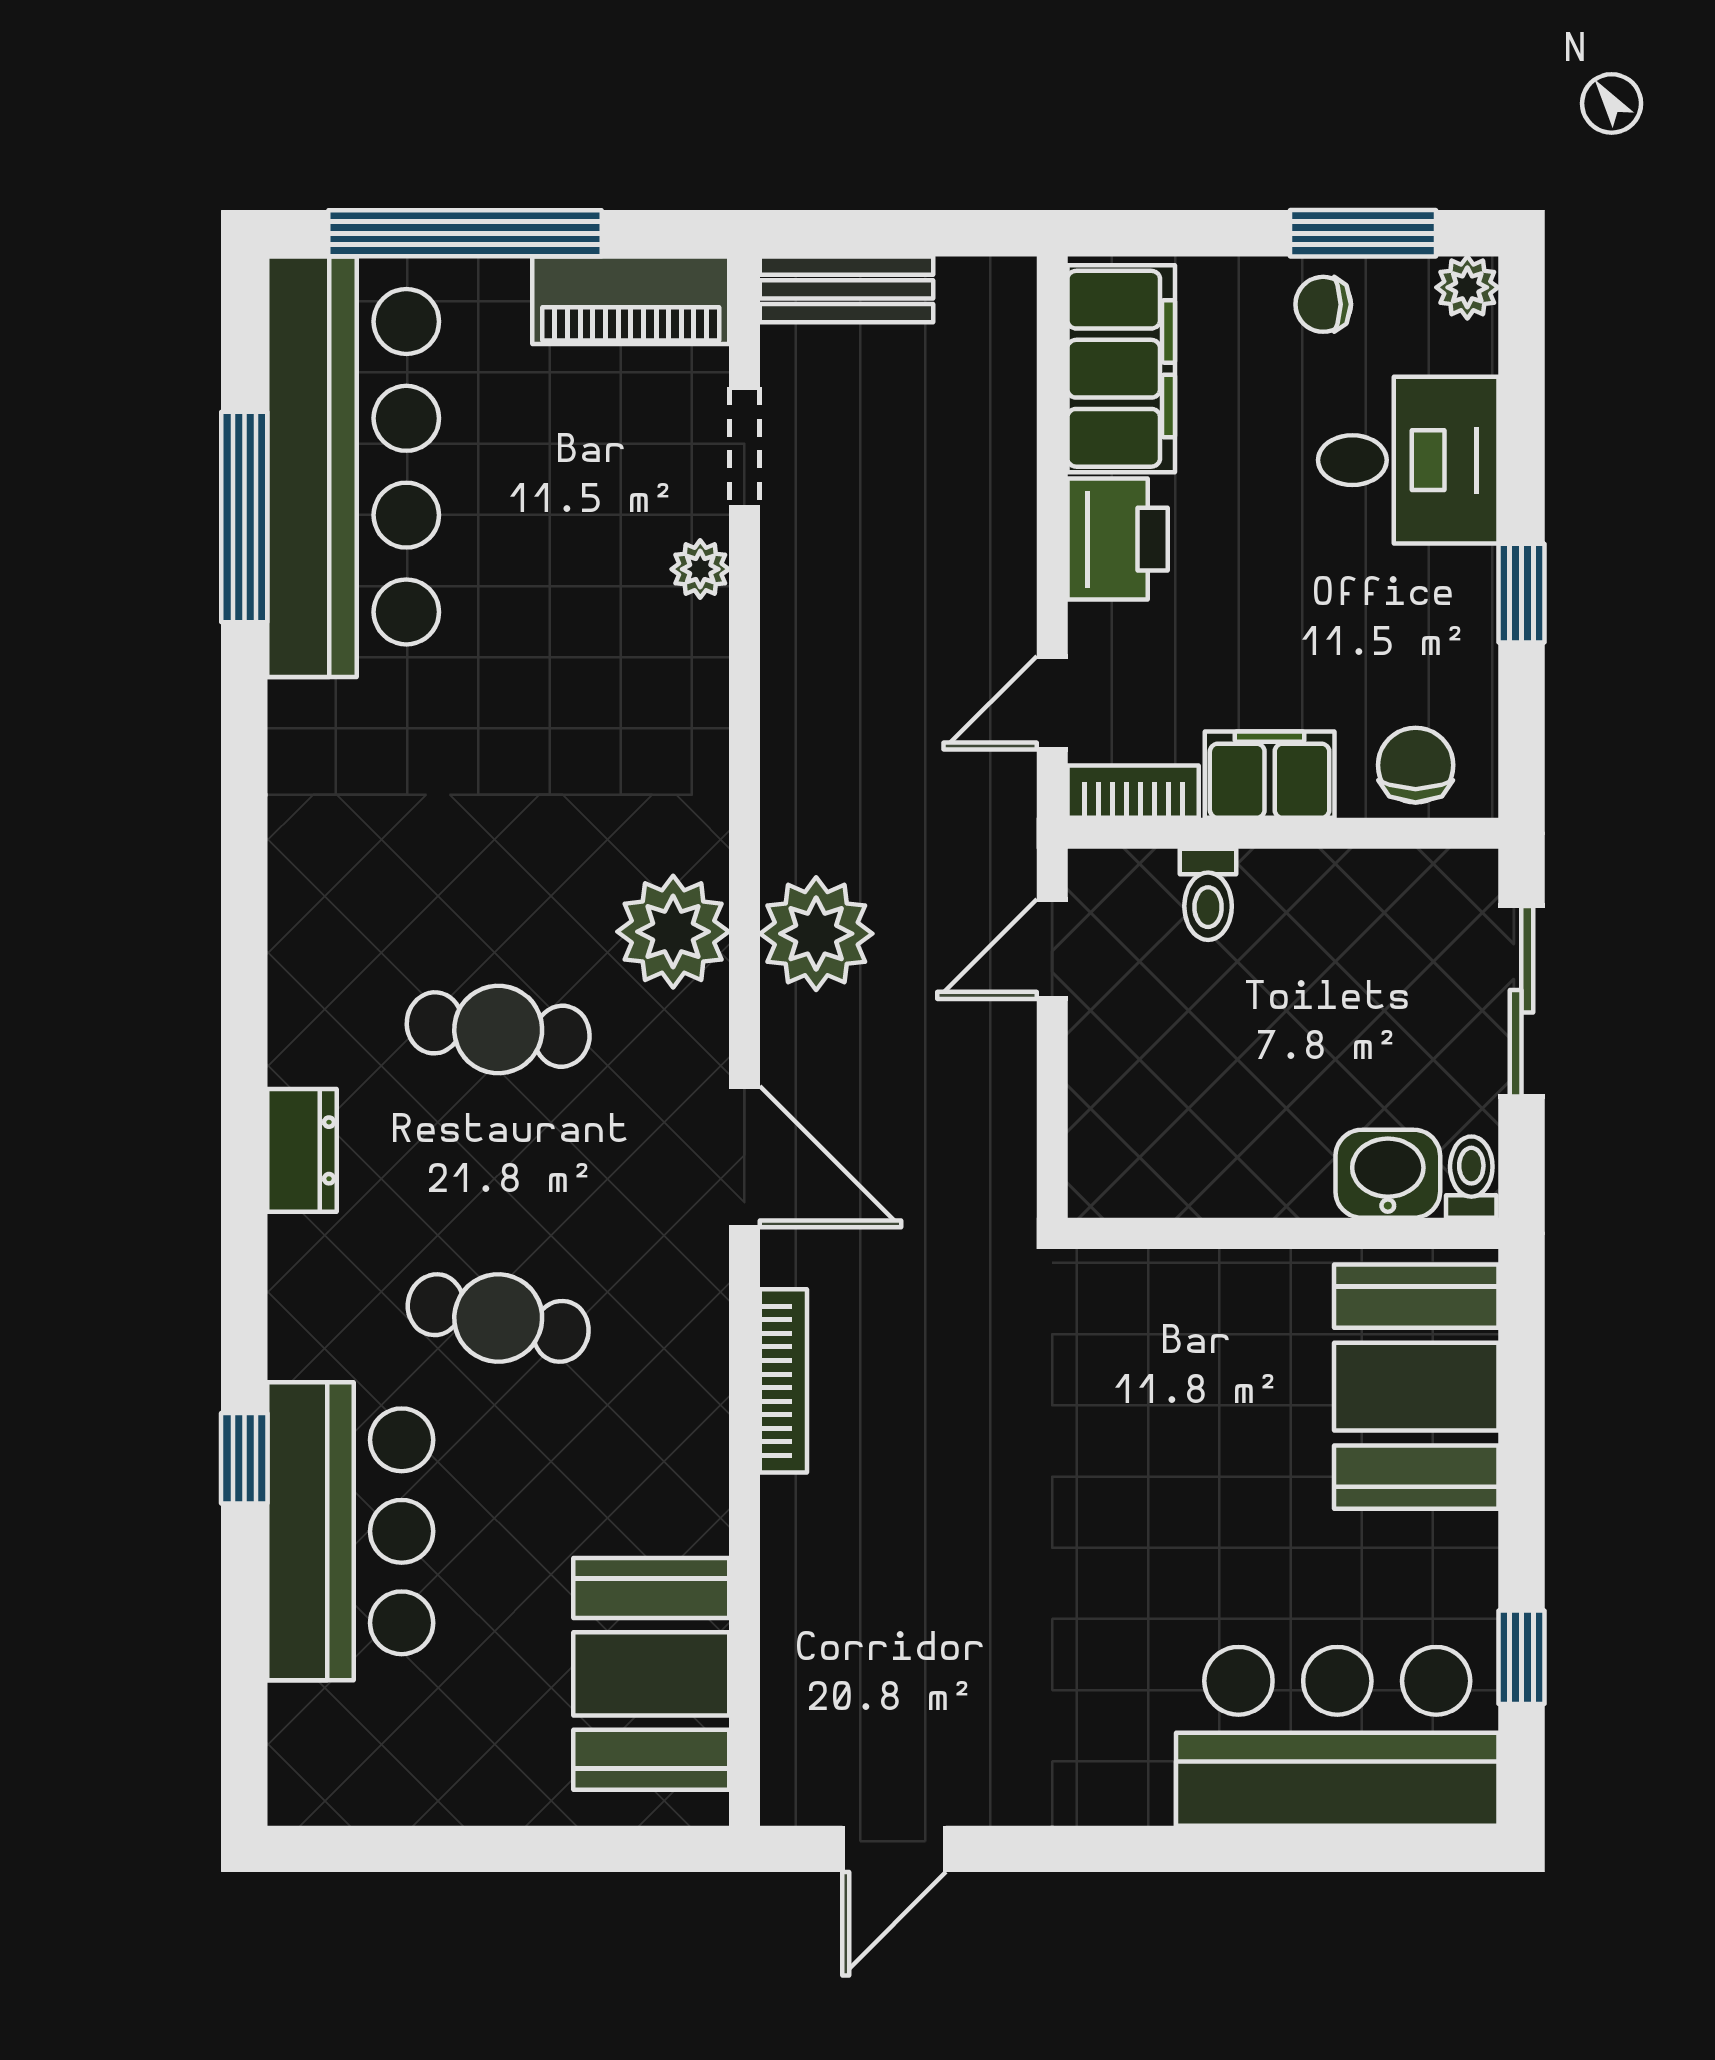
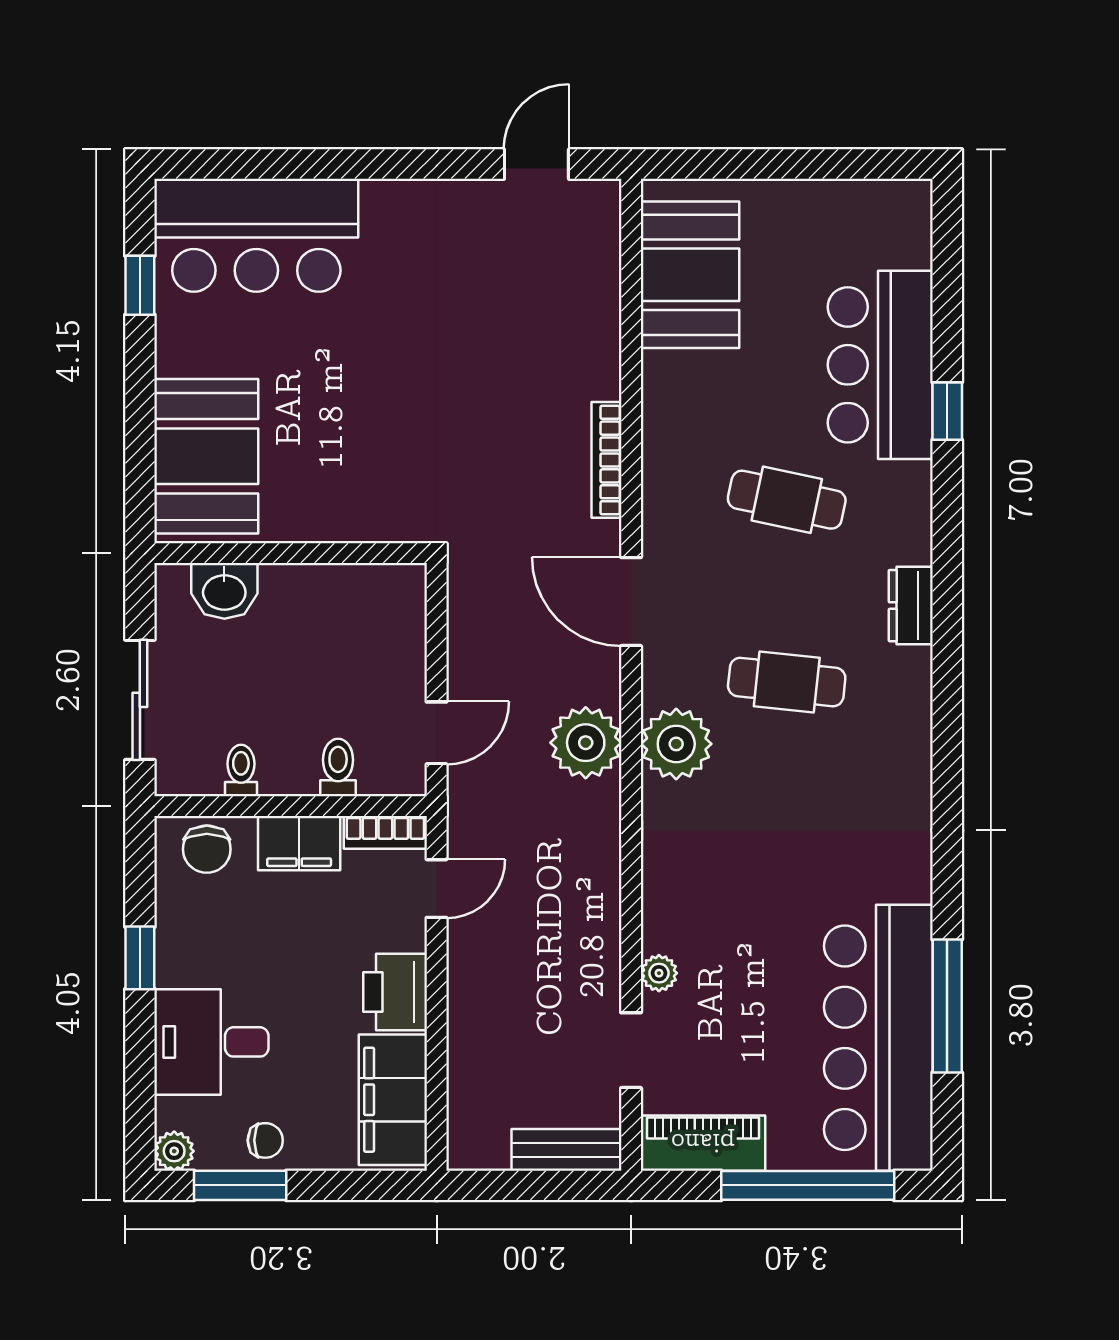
toilet: (1471, 1177) -> (241, 771), moved, turned 180

